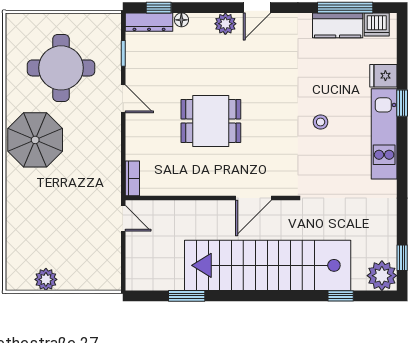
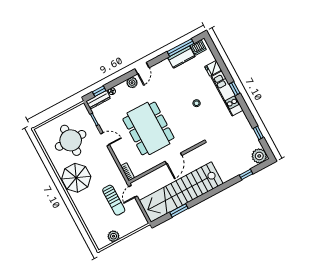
window: (402, 103) -> (235, 89), moved
dining table: (211, 121) -> (148, 128), width x1.88, depth x1.24
door: (254, 198) -> (174, 158), moved
sun lounger: (81, 216) -> (114, 200), added
door: (123, 218) -> (133, 191), swing flipped
window: (402, 258) -> (258, 133), moved
stairs: (268, 265) -> (181, 192), moved

